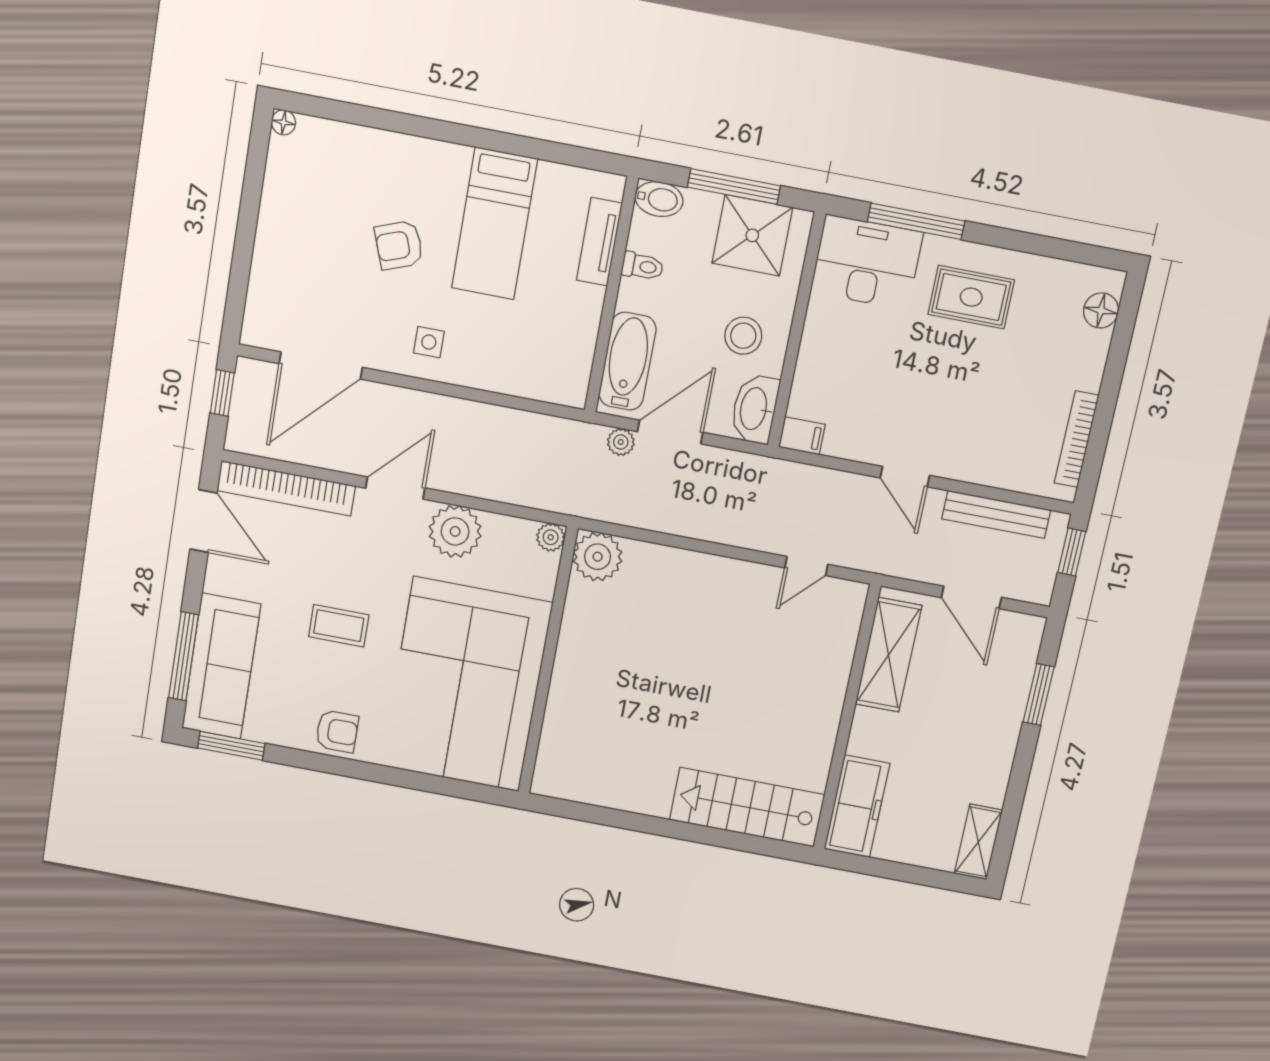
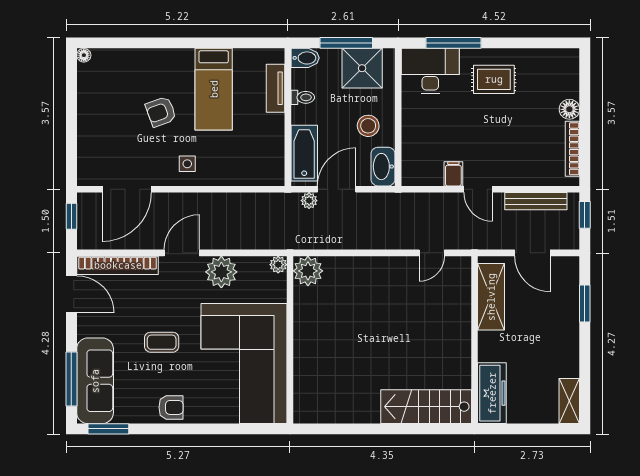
floor lamp: (1101, 310) -> (569, 109), moved
filing cabinet: (802, 436) -> (453, 174), moved, turned -90

